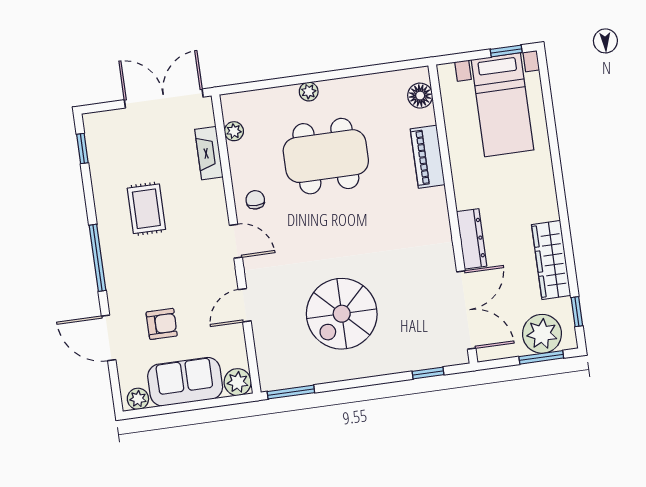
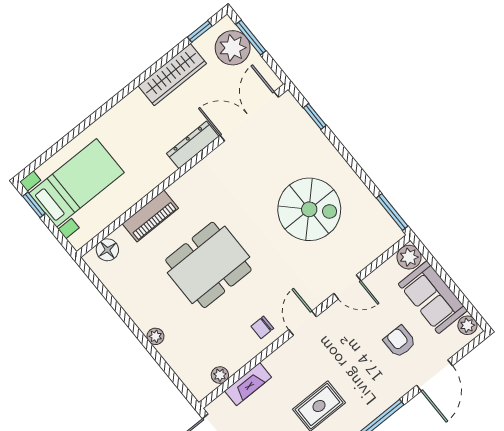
dining table: (326, 156) -> (208, 265), moved, turned 90

